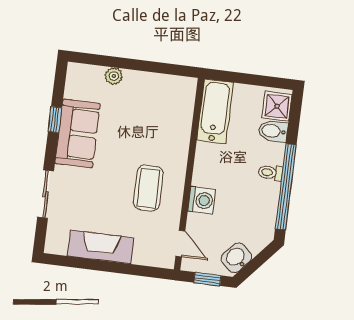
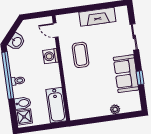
washbasin: (236, 258) -> (17, 42), moved
window: (207, 279) -> (36, 15), removed

